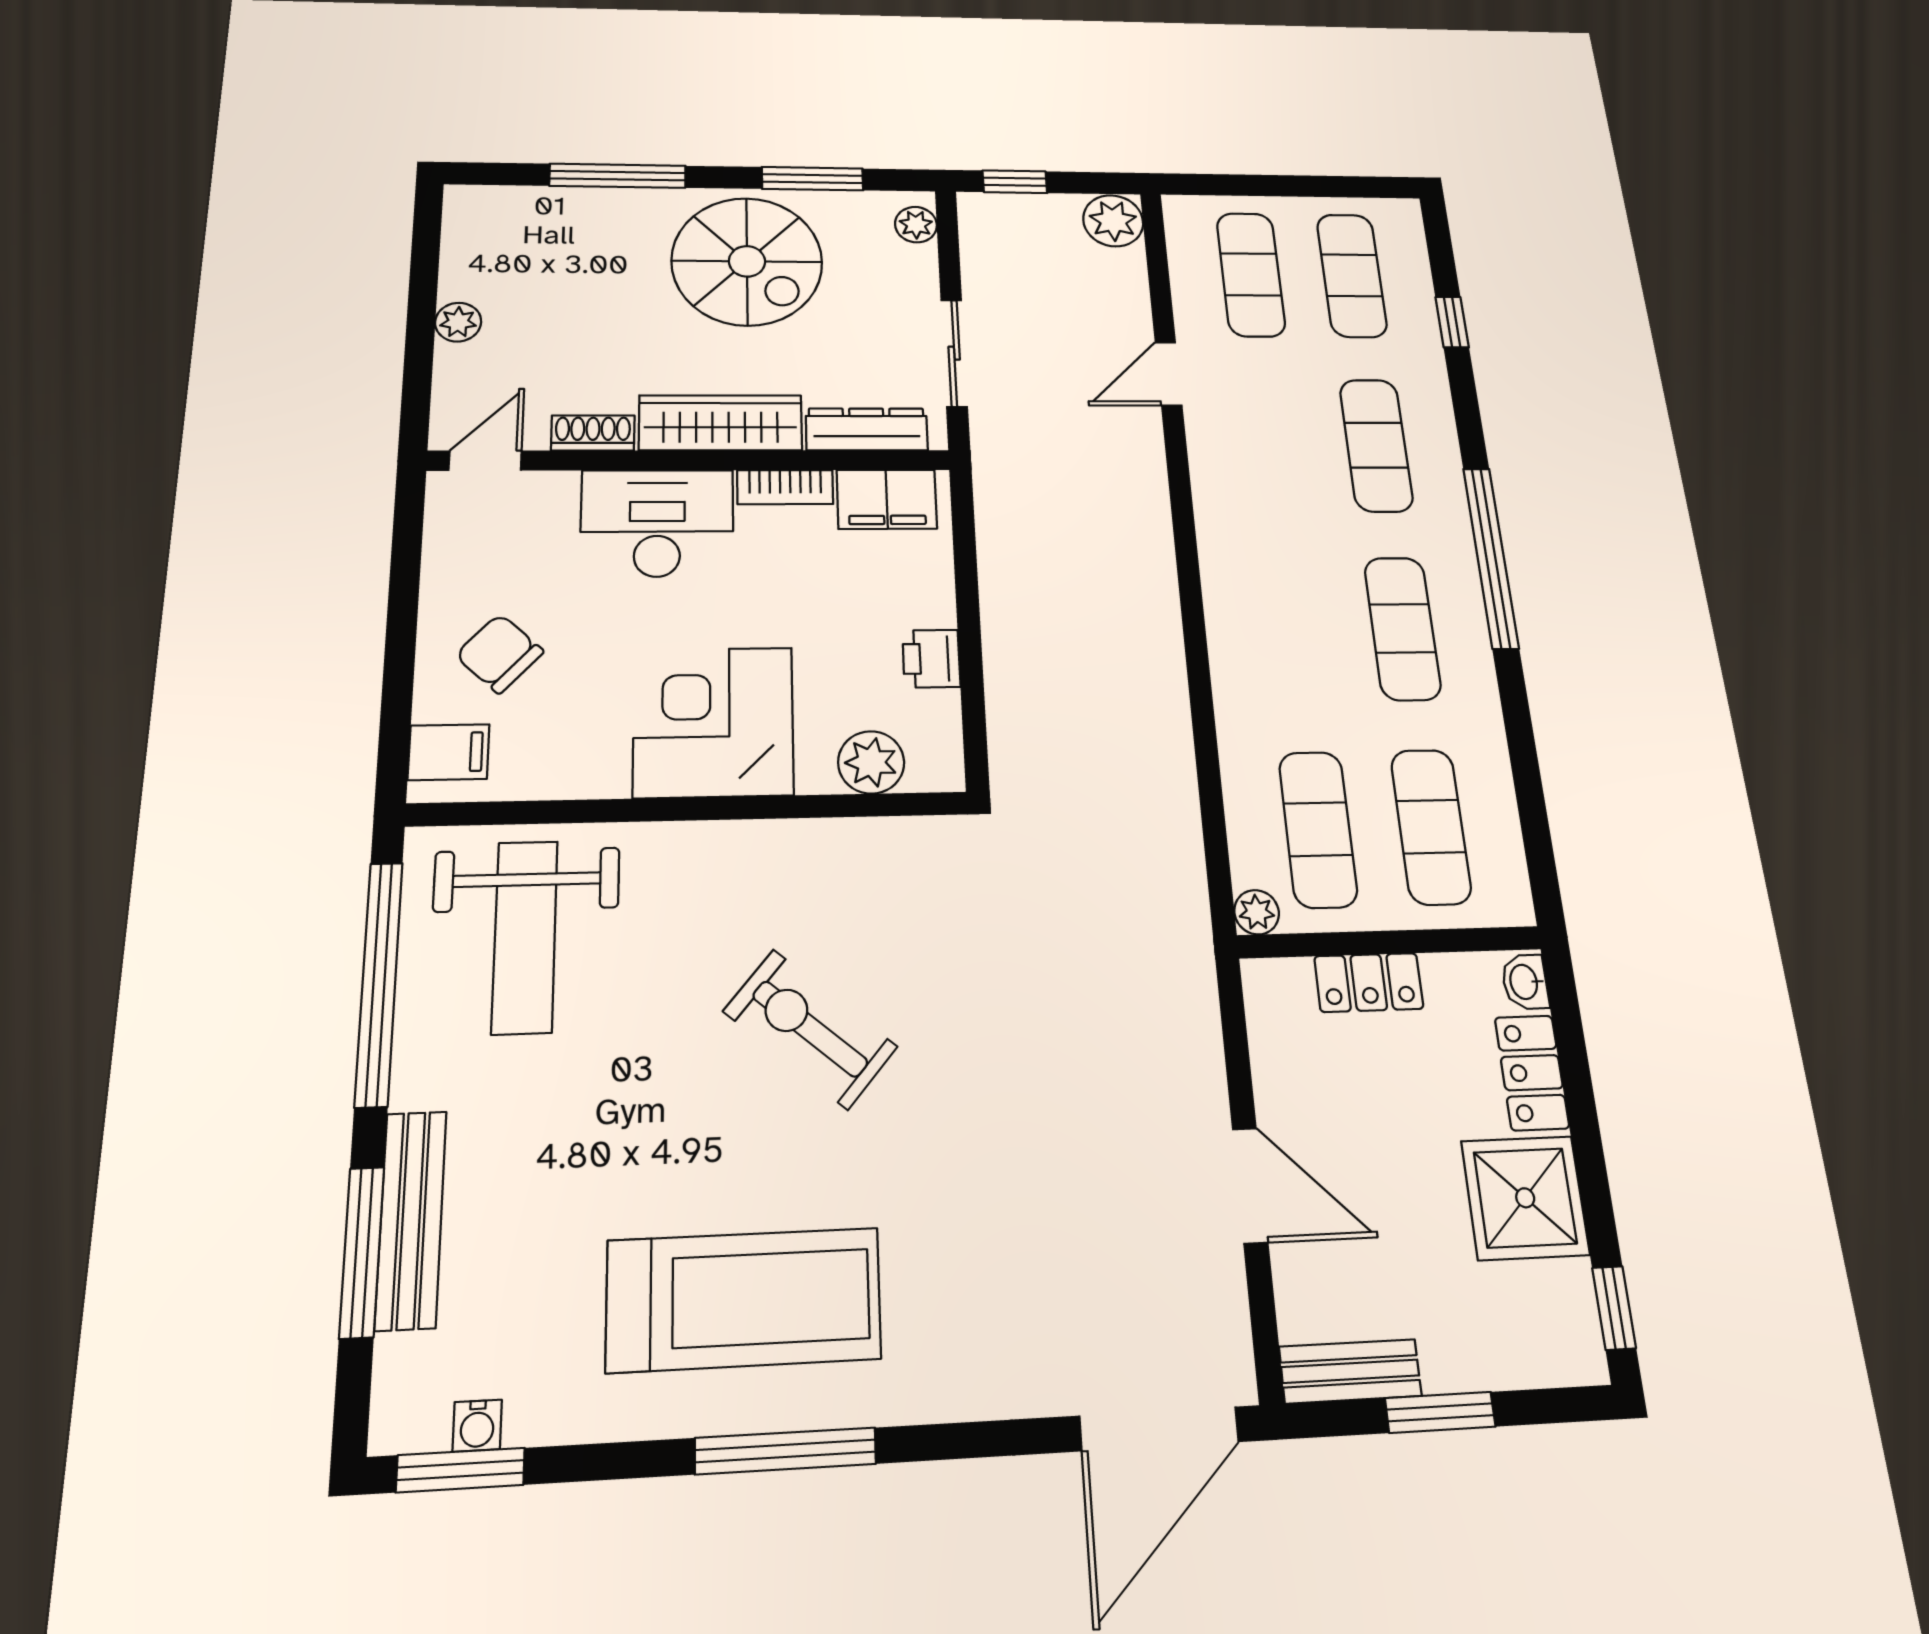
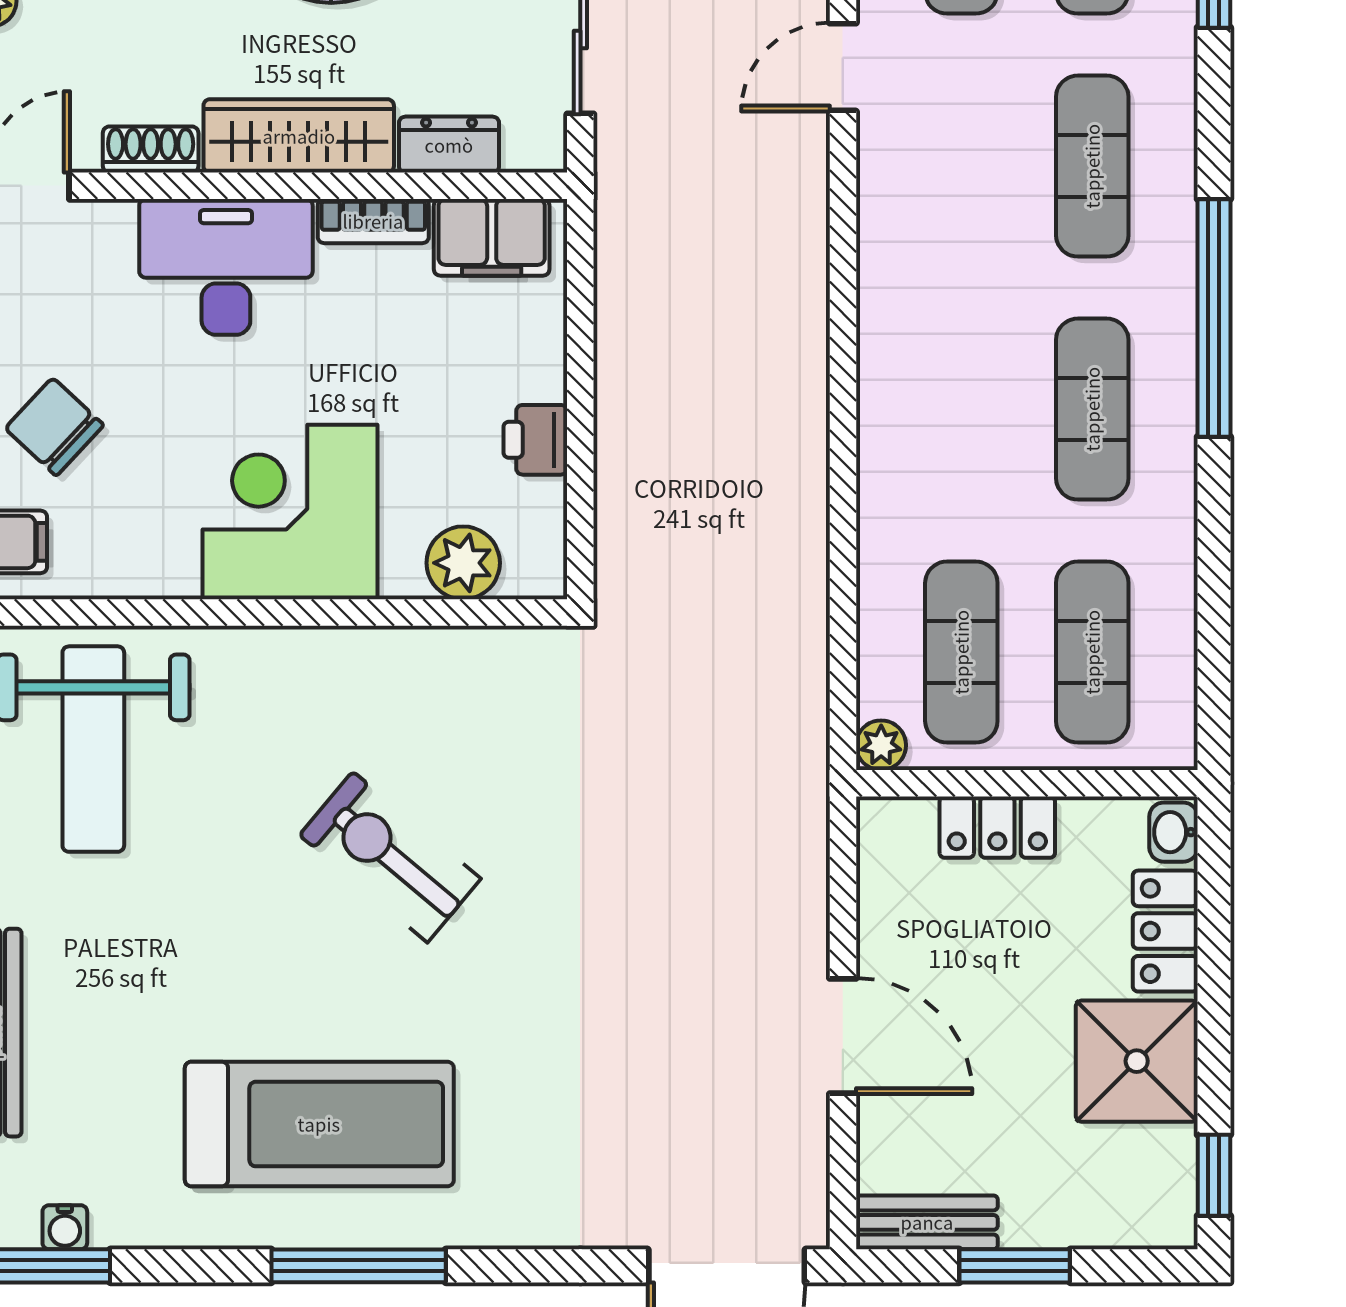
dresser: (867, 429) -> (449, 145), width x0.70

